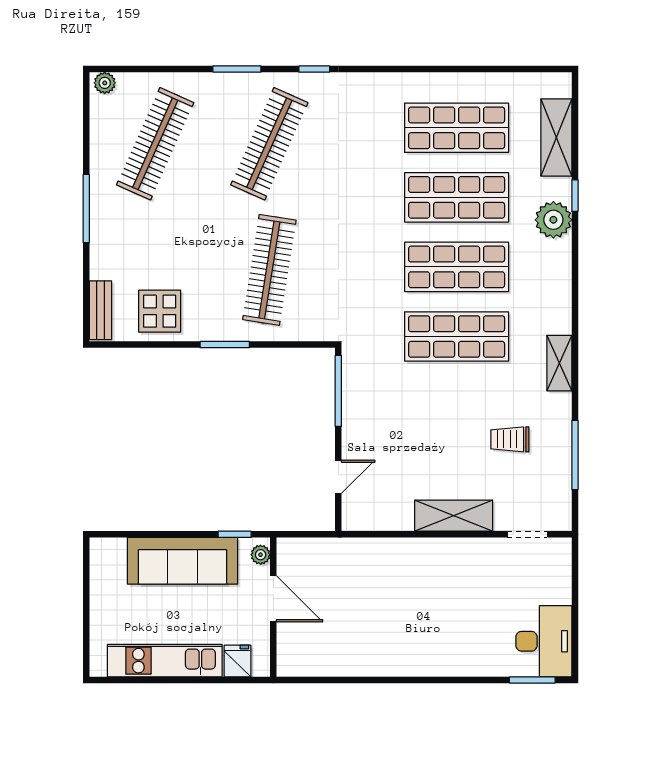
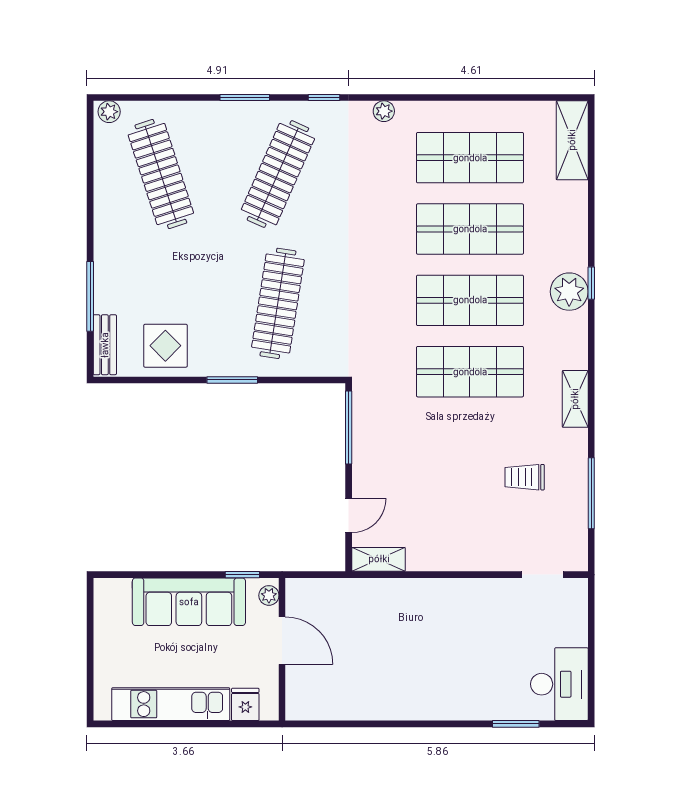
plant: (373, 82) -> (384, 111), added
shelving: (556, 137) -> (572, 140), moved
clothes rail: (155, 144) -> (161, 174), turned -42
window: (575, 196) -> (591, 283), moved
window: (86, 208) -> (90, 296), moved
plant: (553, 220) -> (569, 292), moved
shelving: (454, 516) -> (379, 559), moved, width x0.67, depth x0.75
window: (532, 680) -> (516, 724), moved

